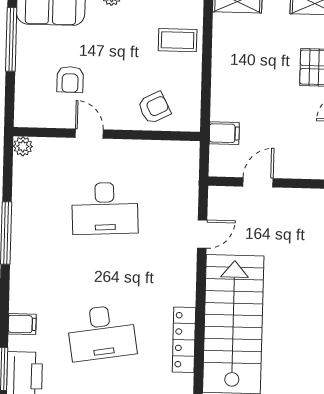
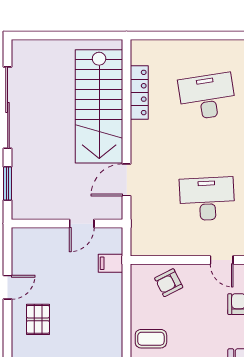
door: (202, 234) -> (127, 180), width x1.38

